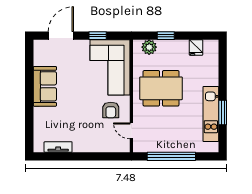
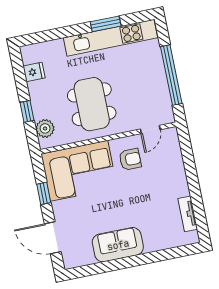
kitchen unit: (211, 114) -> (110, 38), width x1.36

